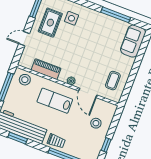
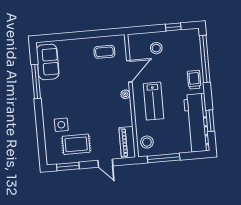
sofa: (133, 41) -> (48, 62), moved, turned -90
piano: (46, 69) -> (127, 142), moved

